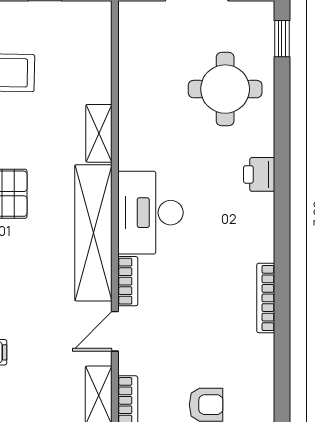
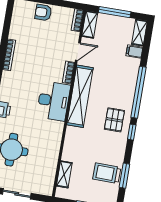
shelving: (99, 133) -> (64, 174), moved

